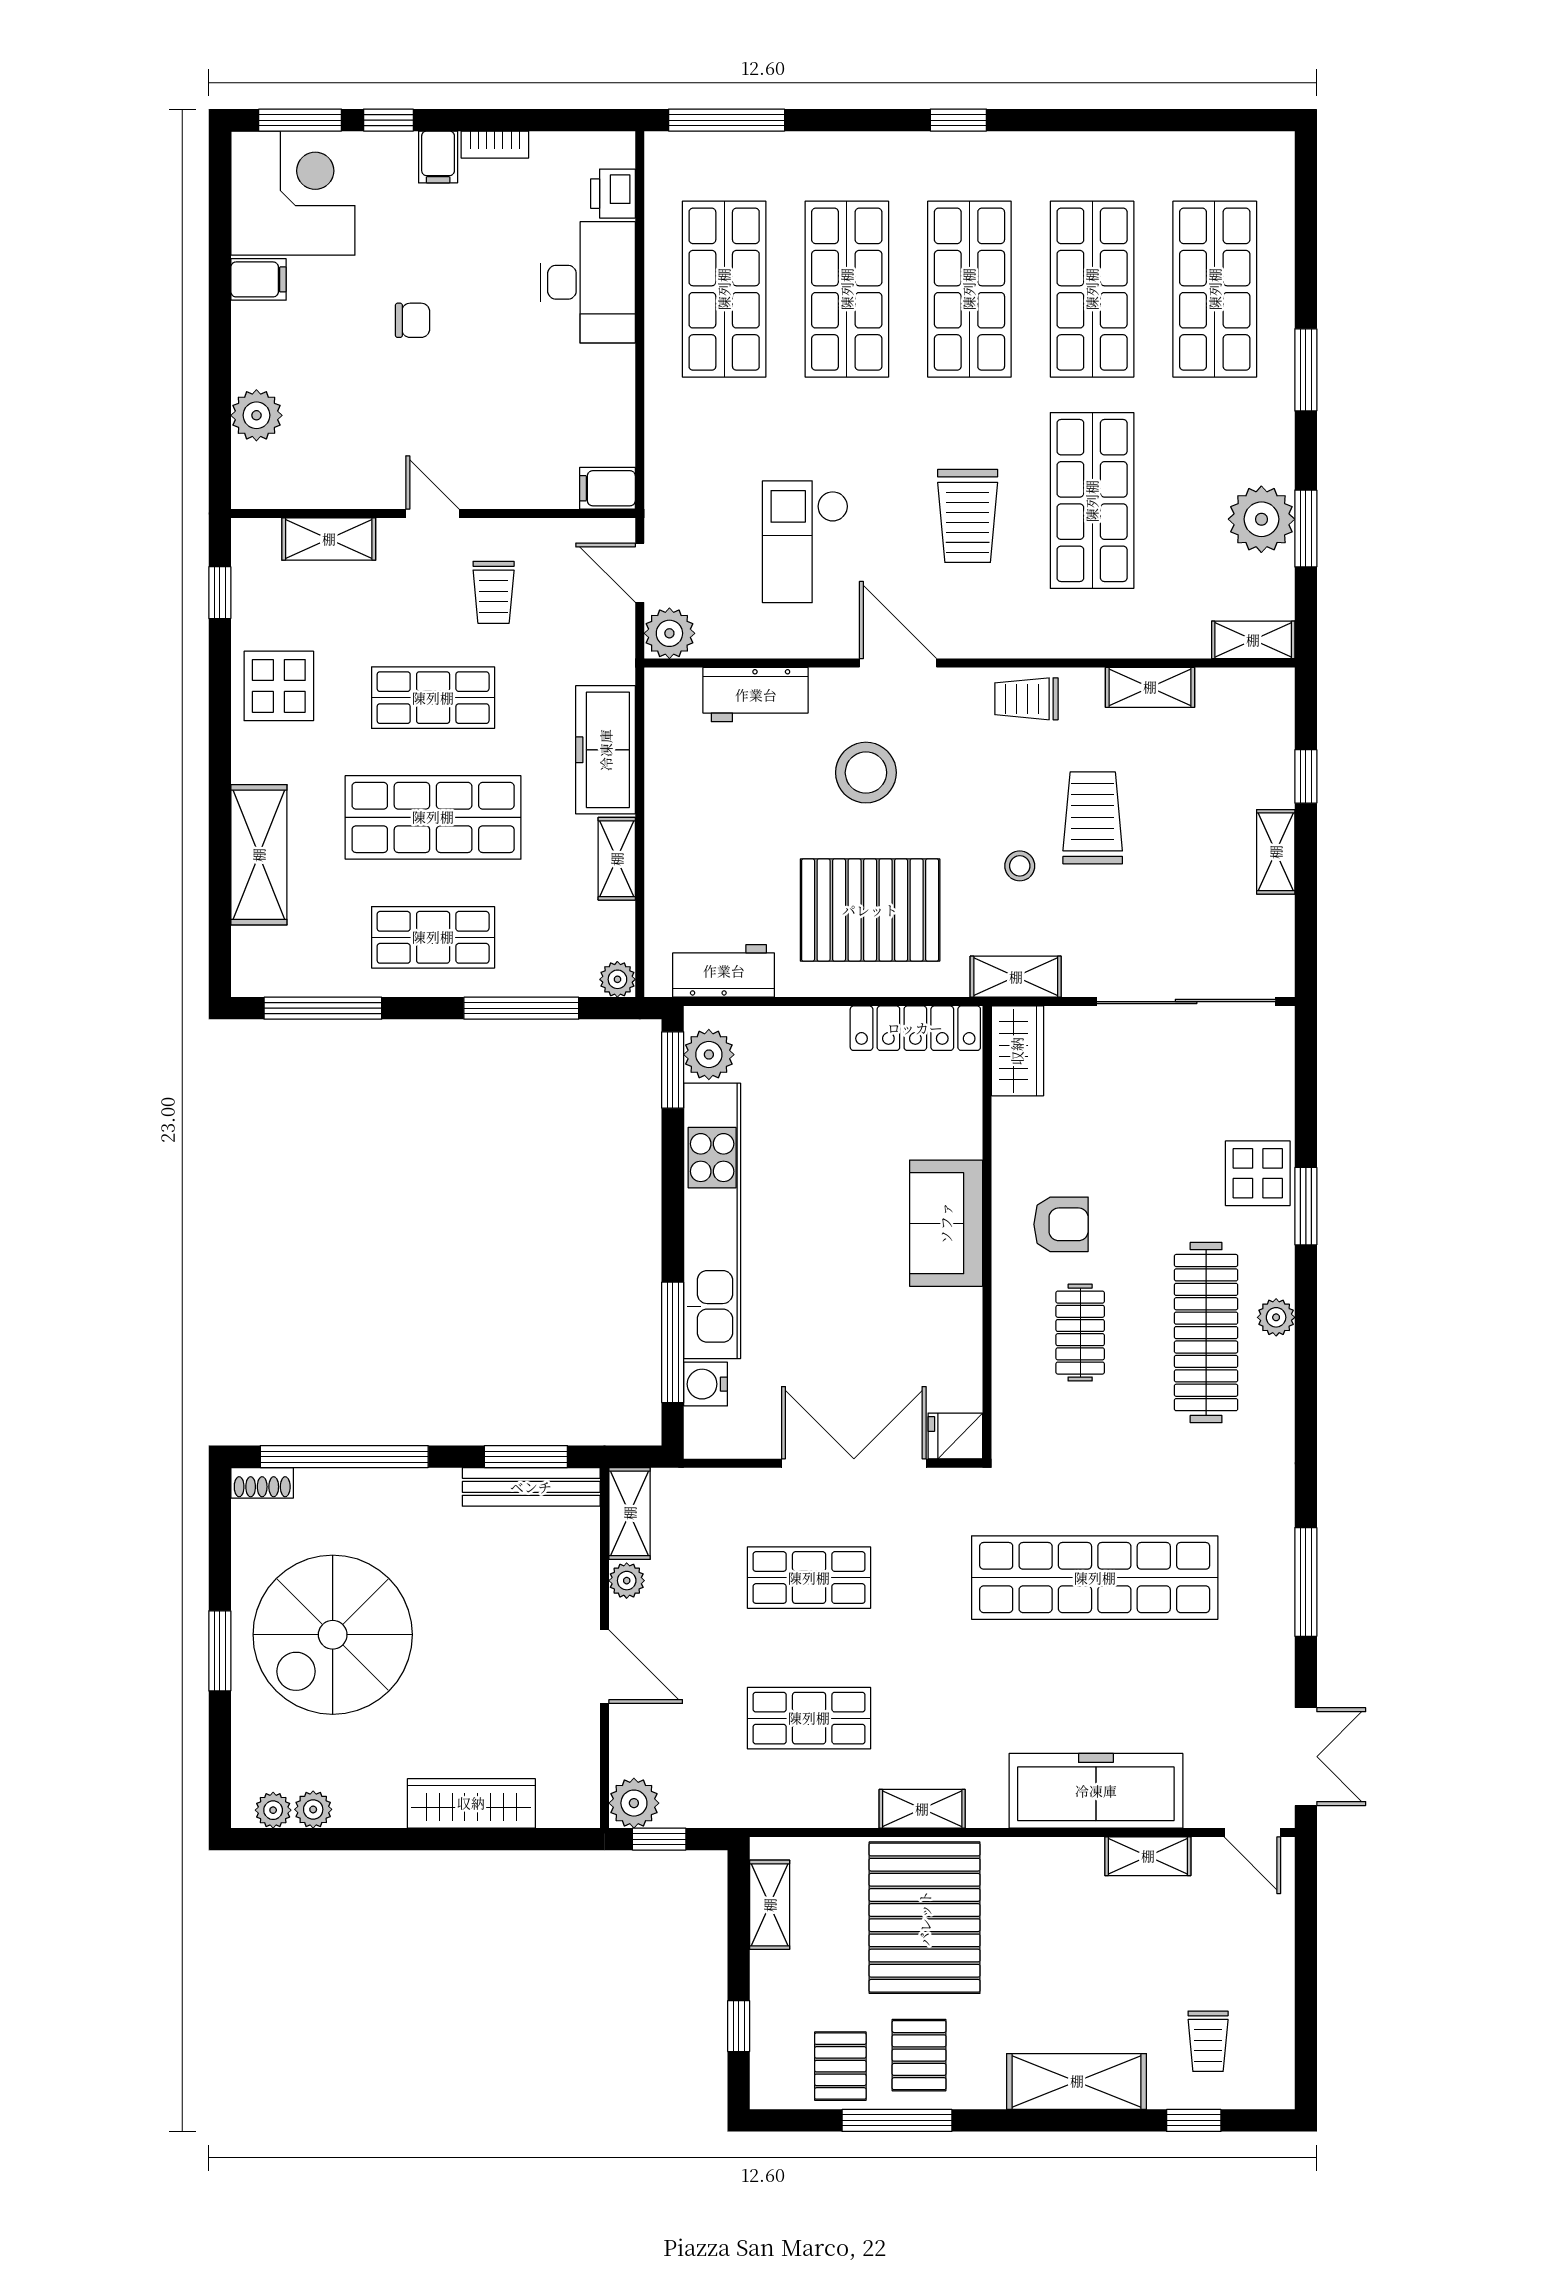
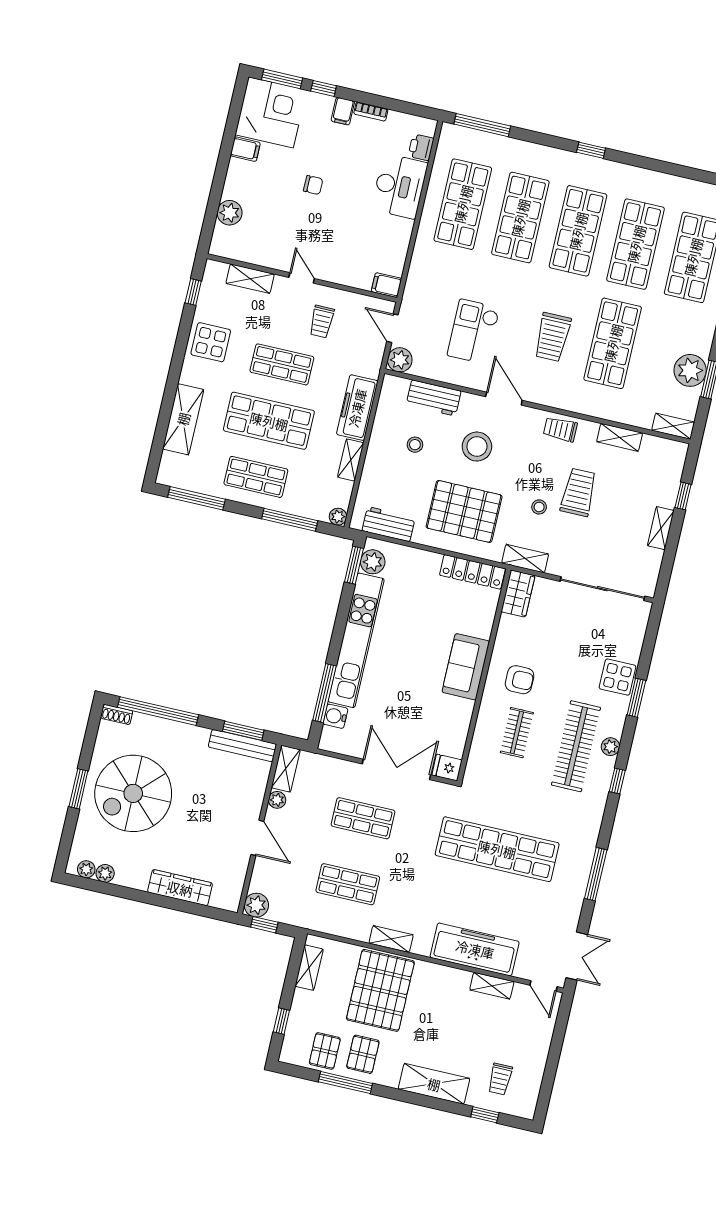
stool: (740, 798) -> (415, 445), added
window: (1306, 1384) -> (617, 781), added

